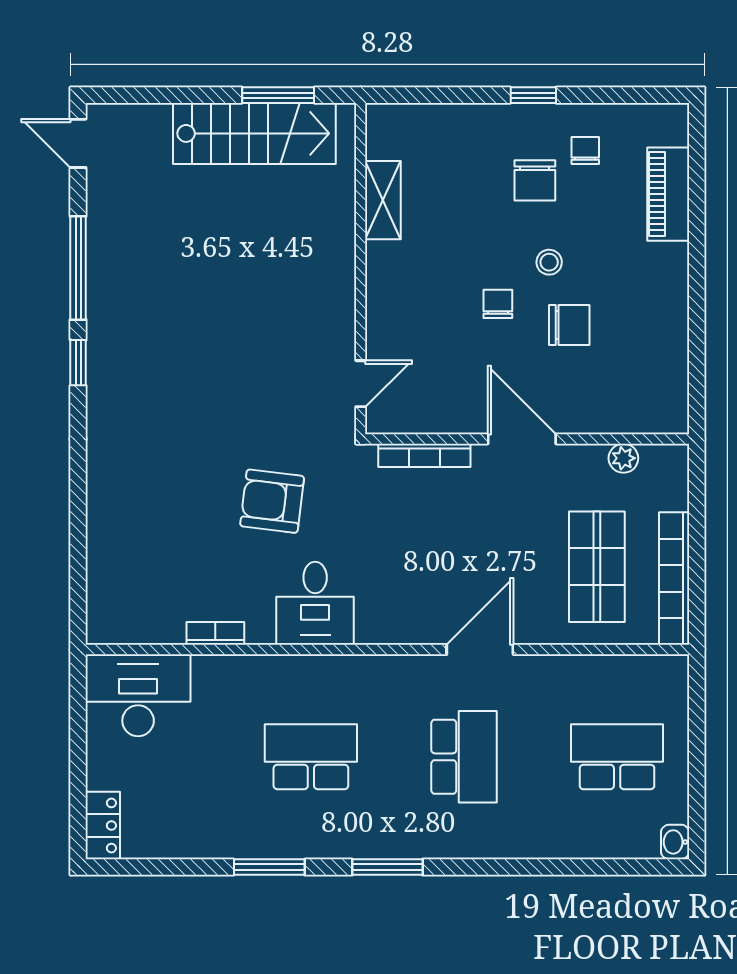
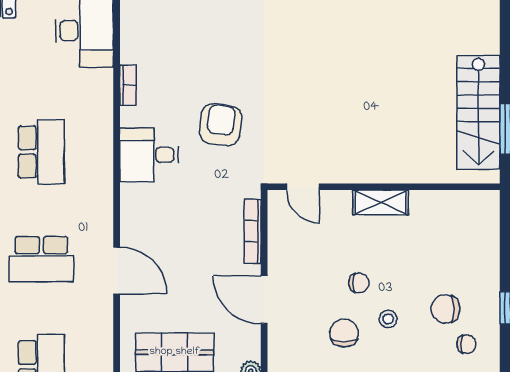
shelving: (383, 200) -> (381, 202), moved
chair: (569, 325) -> (344, 333), turned 180
door: (522, 439) -> (264, 300), swing flipped

